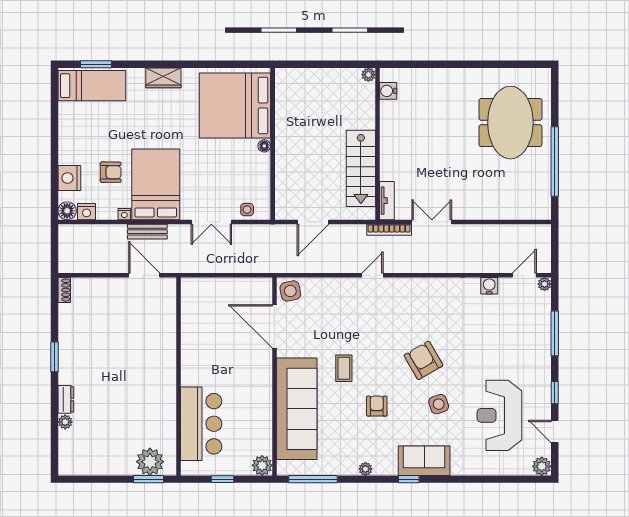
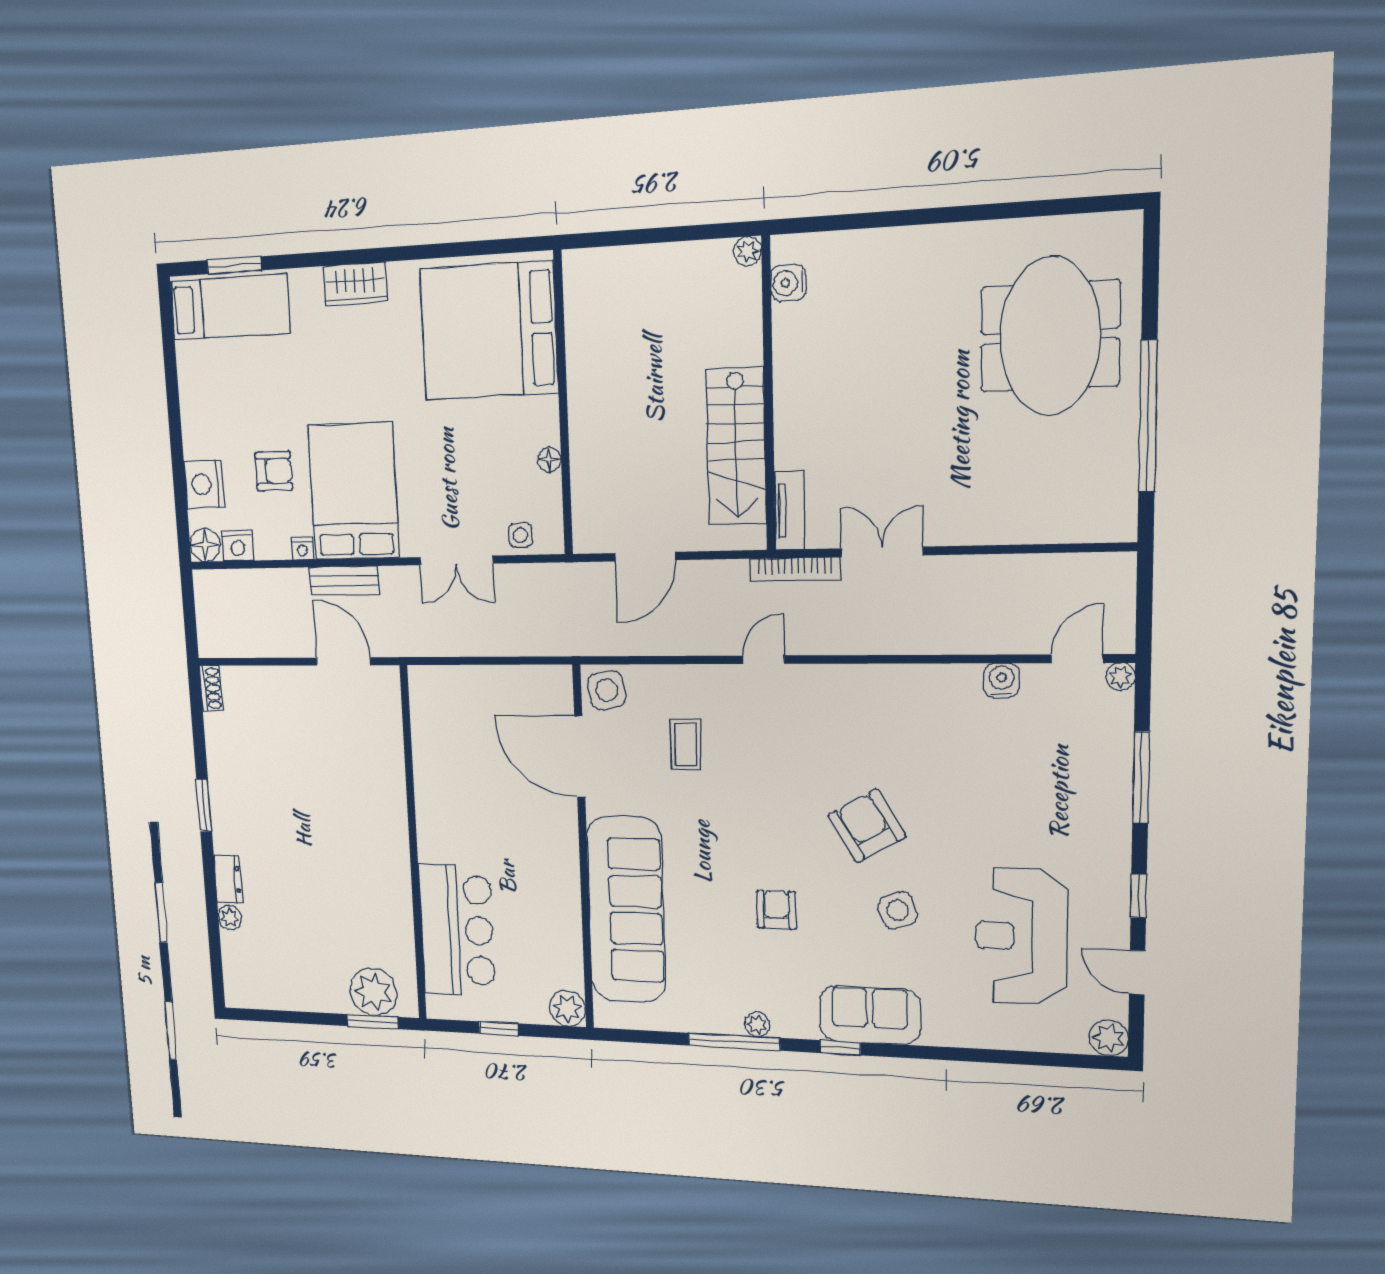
floor lamp: (264, 146) -> (549, 460), moved
coffee table: (344, 368) -> (686, 745), moved
window: (313, 479) -> (734, 1042), moved

